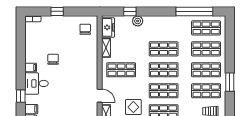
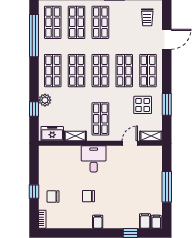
chair: (85, 29) -> (53, 196), moved
desk: (36, 83) -> (94, 159), moved, turned 180
shop shelf: (206, 91) -> (53, 71), moved

